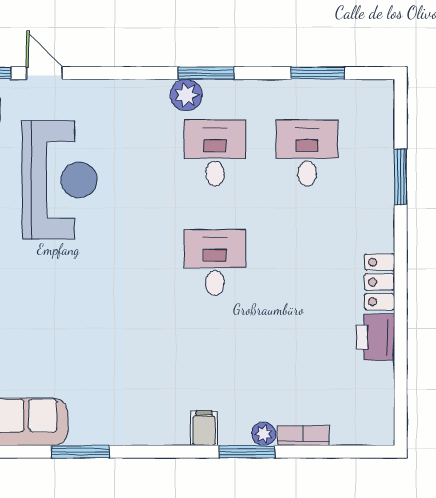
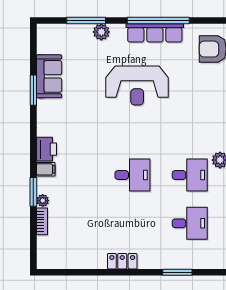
reception desk: (60, 180) -> (137, 86), moved
printer: (376, 337) -> (46, 149), moved, turned 90
window: (80, 452) -> (33, 90), moved

